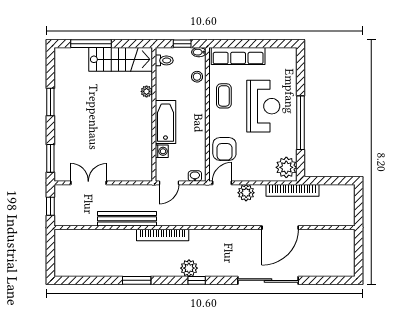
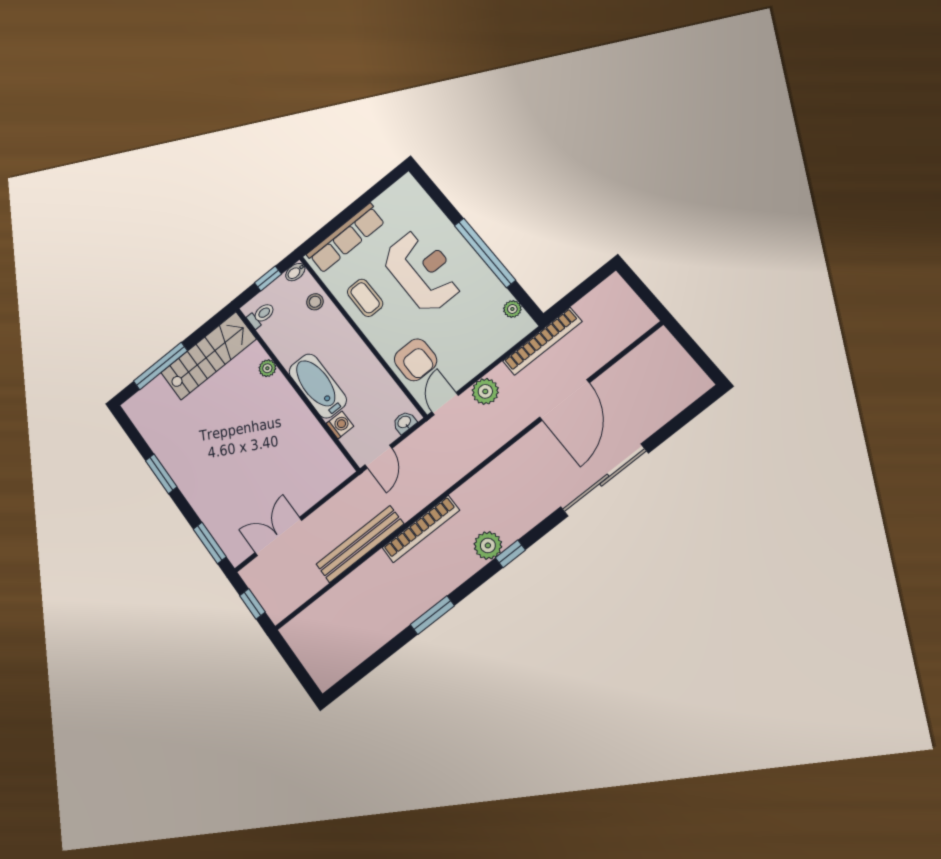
plant: (286, 167) -> (512, 309), width x0.53, depth x0.53

